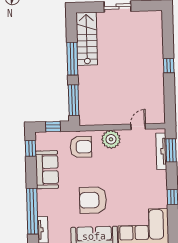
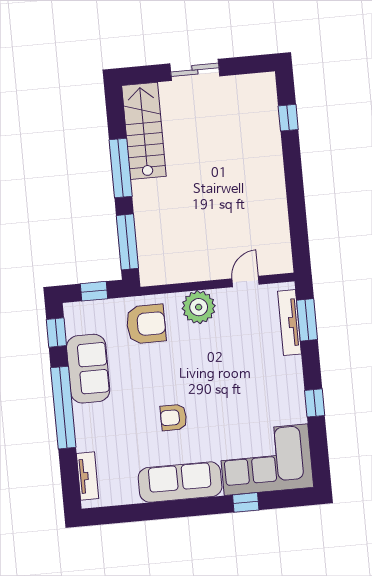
window: (169, 66) -> (288, 118), moved
armchair: (93, 200) -> (174, 417), width x0.53, depth x0.53
window: (32, 211) -> (63, 408), moved

